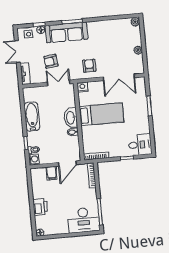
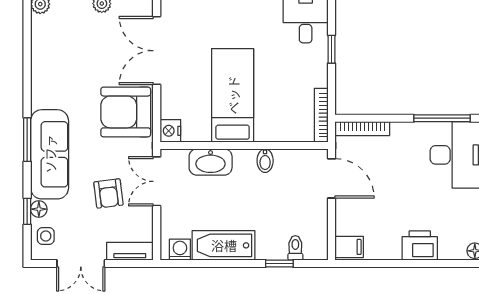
armchair: (89, 66) -> (126, 112), width x1.88, depth x1.88
double door: (119, 77) -> (157, 51), swing flipped
washbasin: (71, 118) -> (211, 162), moved
washing machine: (34, 159) -> (180, 250), moved
filing cabinet: (52, 173) -> (349, 247), moved

